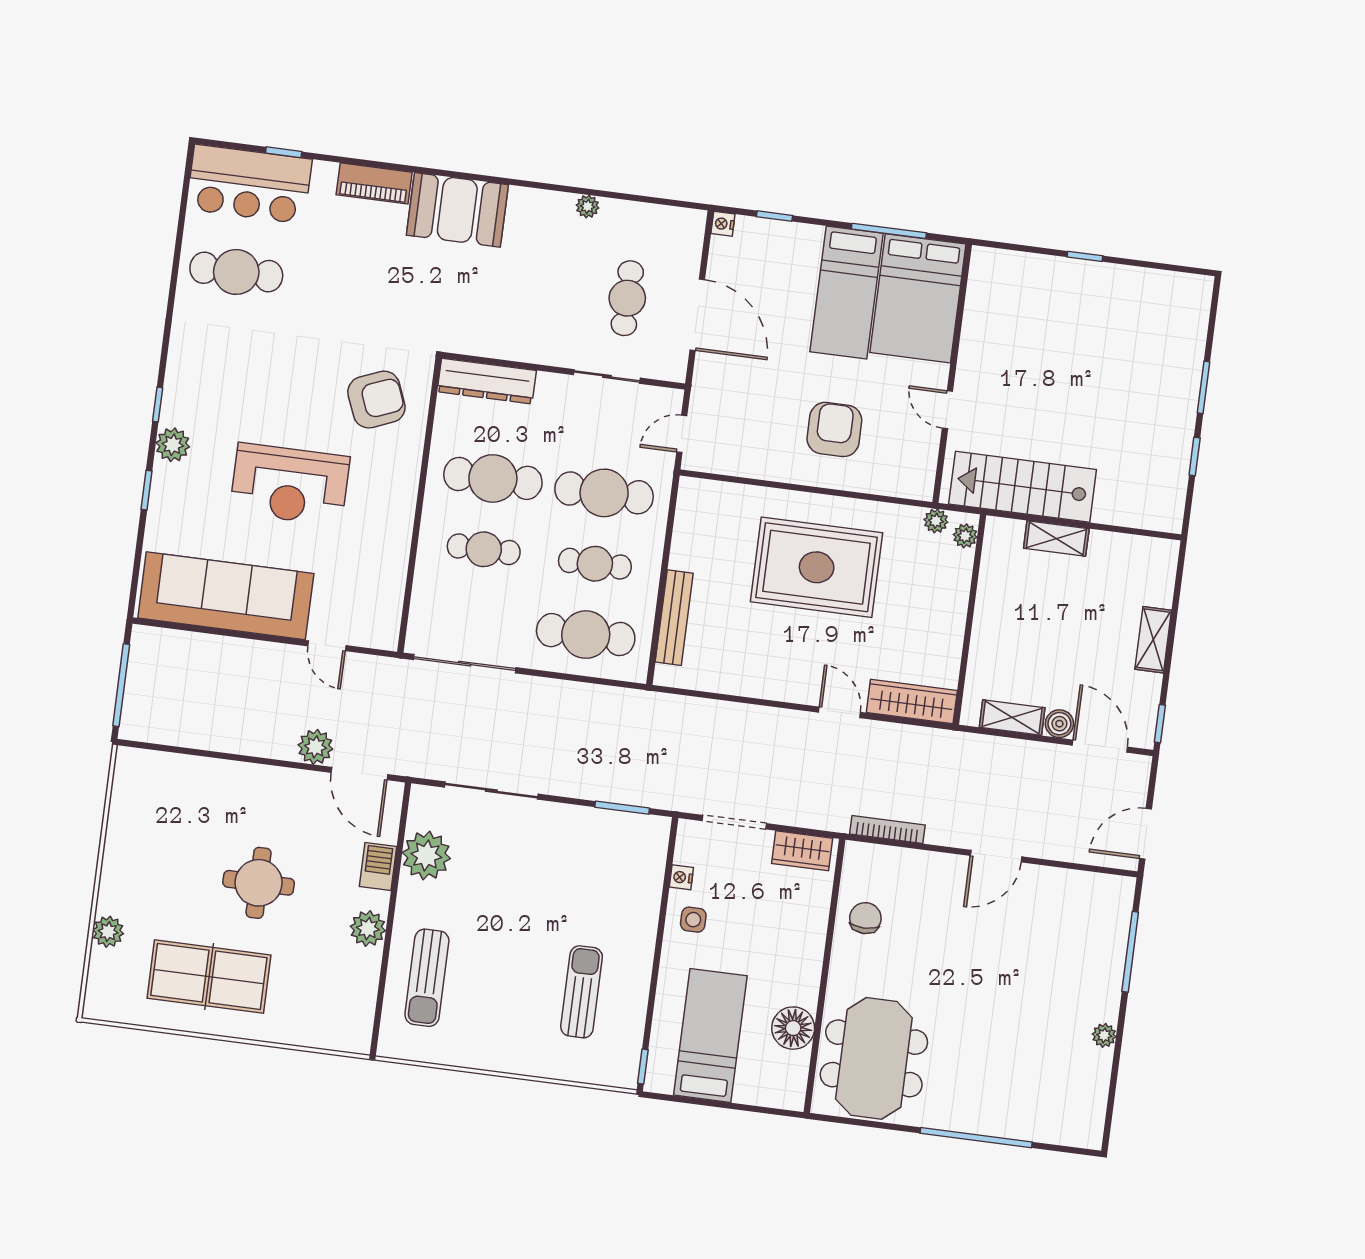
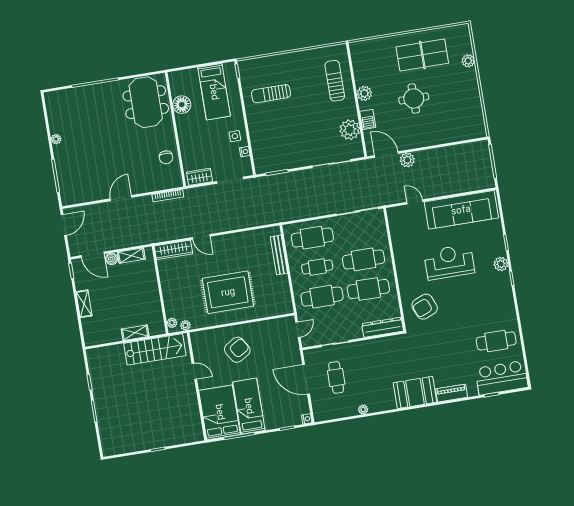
armchair: (834, 429) -> (237, 350), turned -122
cafe table: (484, 549) -> (364, 259), width x1.37, depth x1.35
sun lounger: (582, 992) -> (271, 94), turned 90

